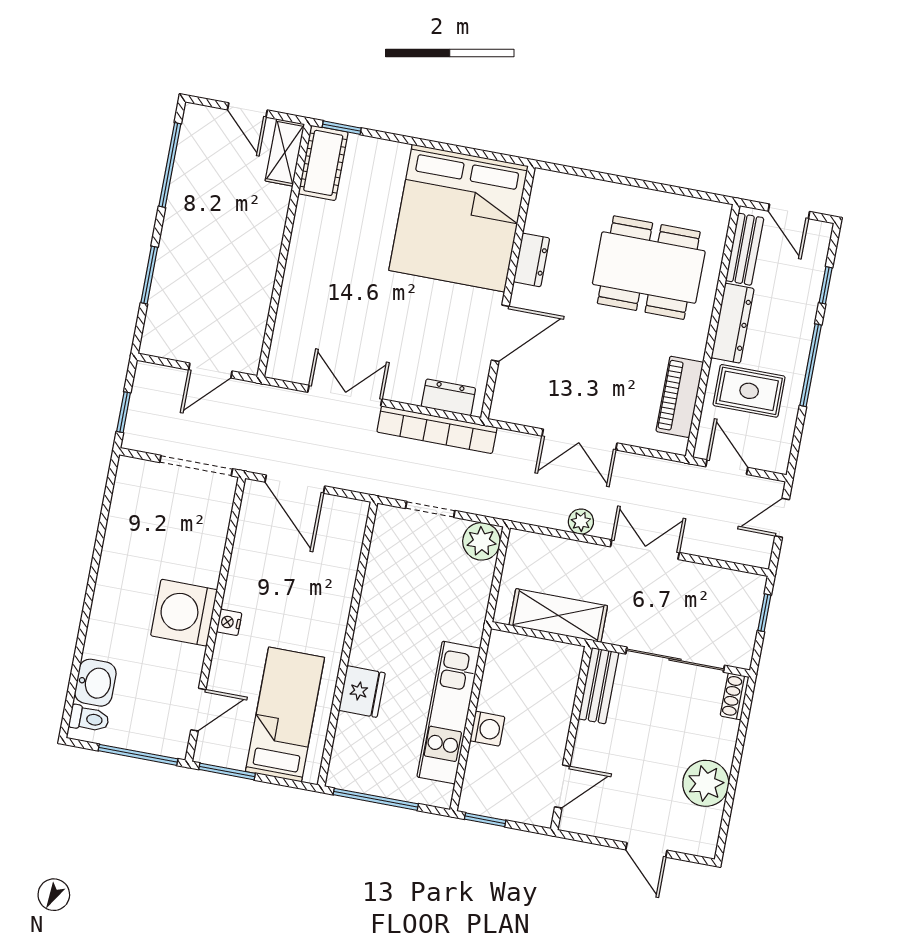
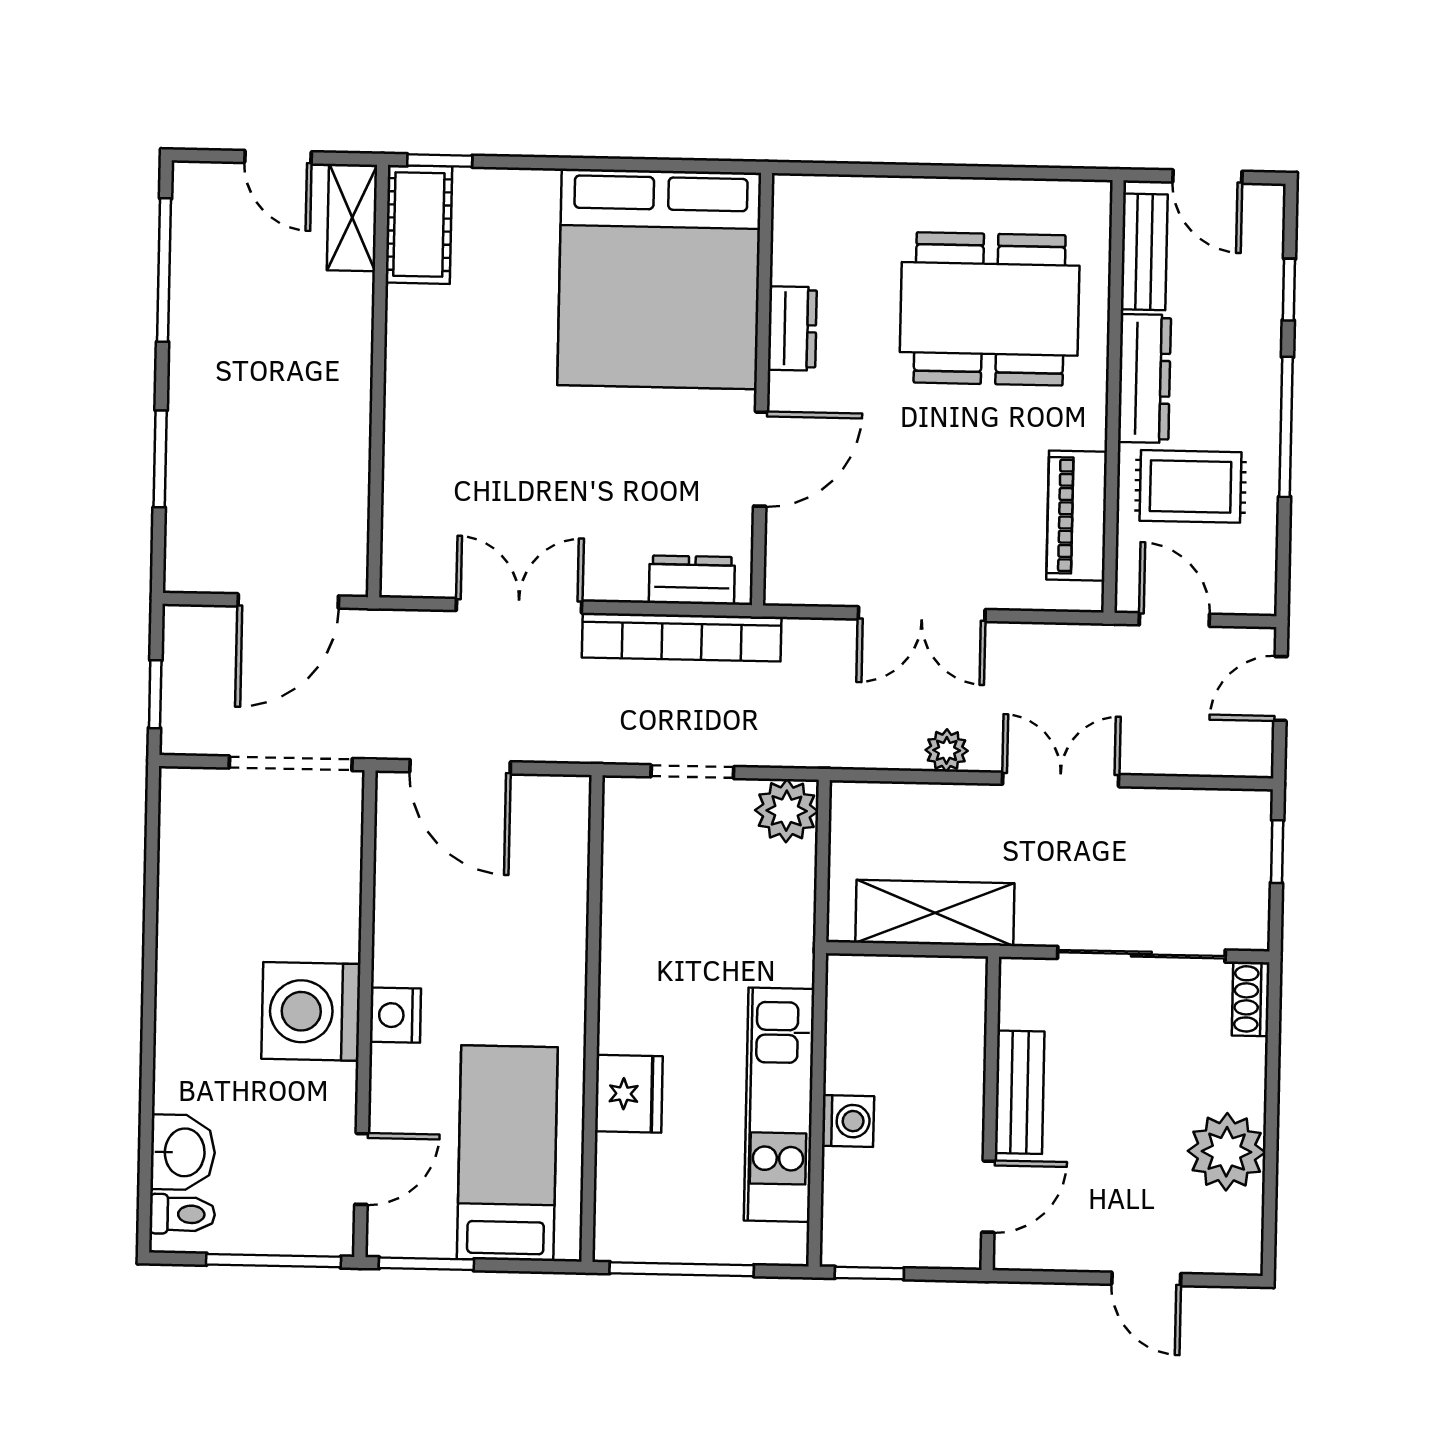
door: (210, 370) -> (288, 601), width x1.38
nightstand: (229, 622) -> (395, 1015), width x1.39, depth x1.35
bench: (599, 686) -> (1020, 1092), moved

